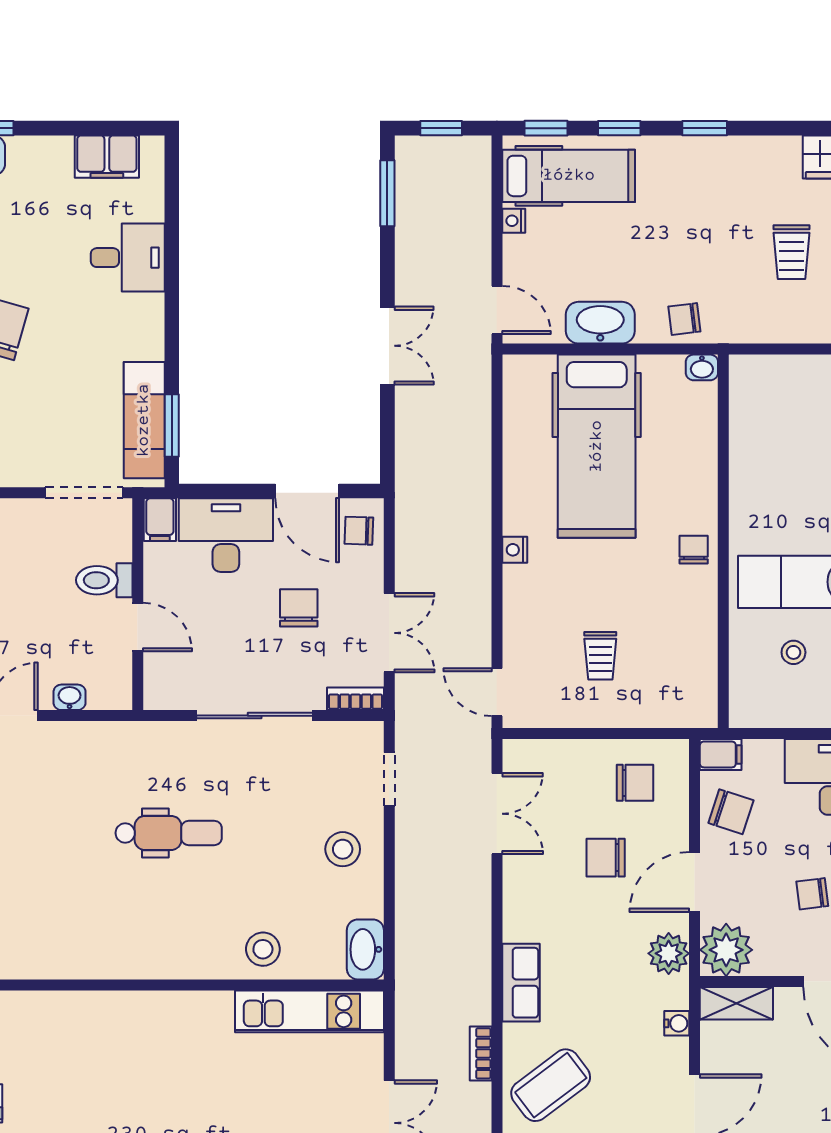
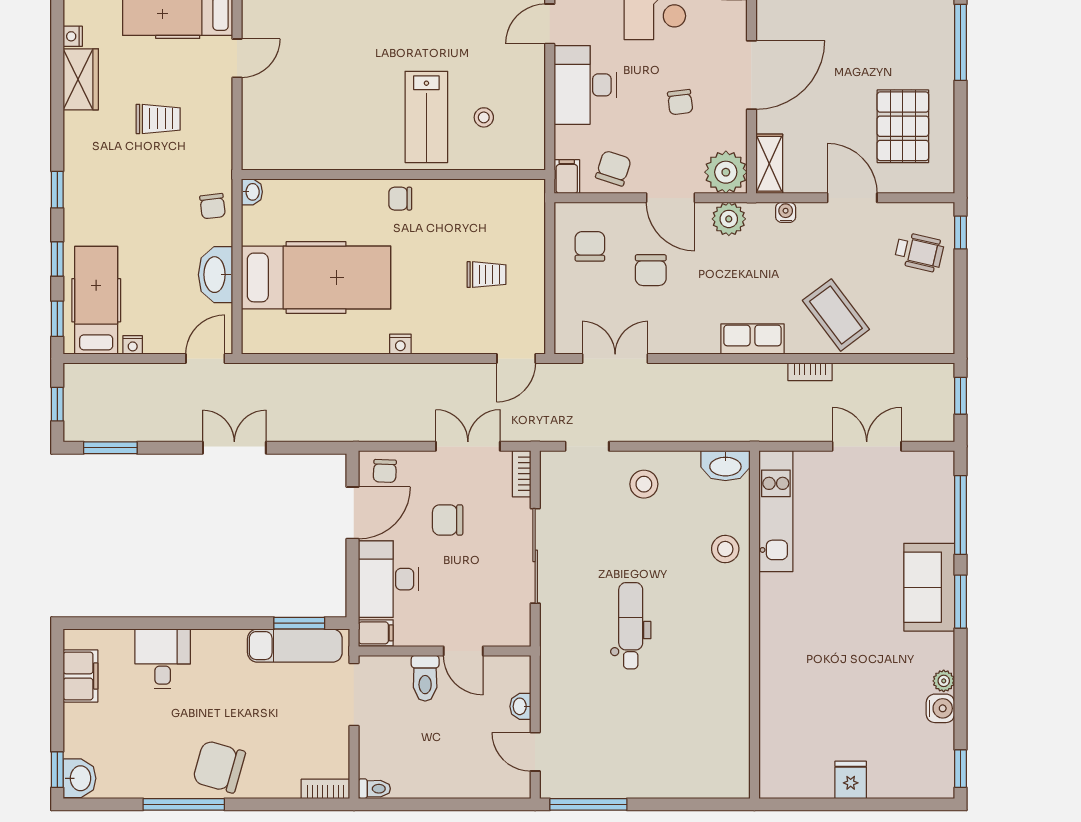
door: (138, 627) -> (463, 651), swing flipped

